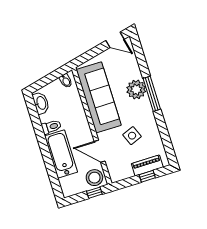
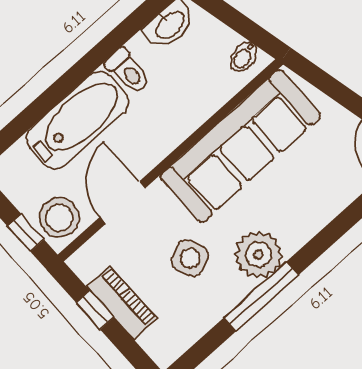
plant: (136, 90) -> (258, 255), moved
window: (152, 94) -> (261, 296), moved
piano: (147, 165) -> (122, 303), moved
window: (147, 176) -> (95, 310), moved

